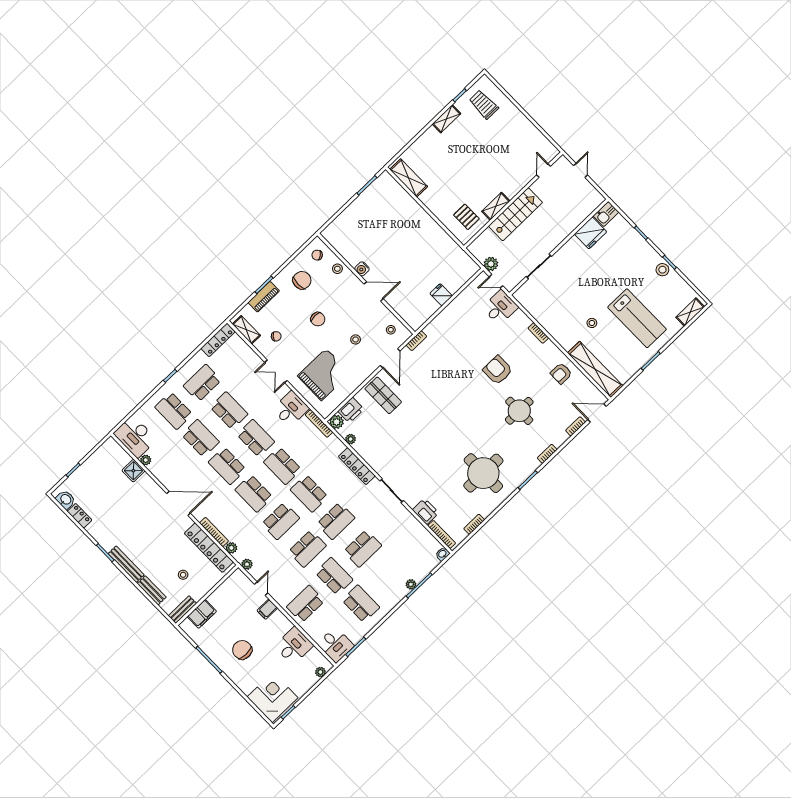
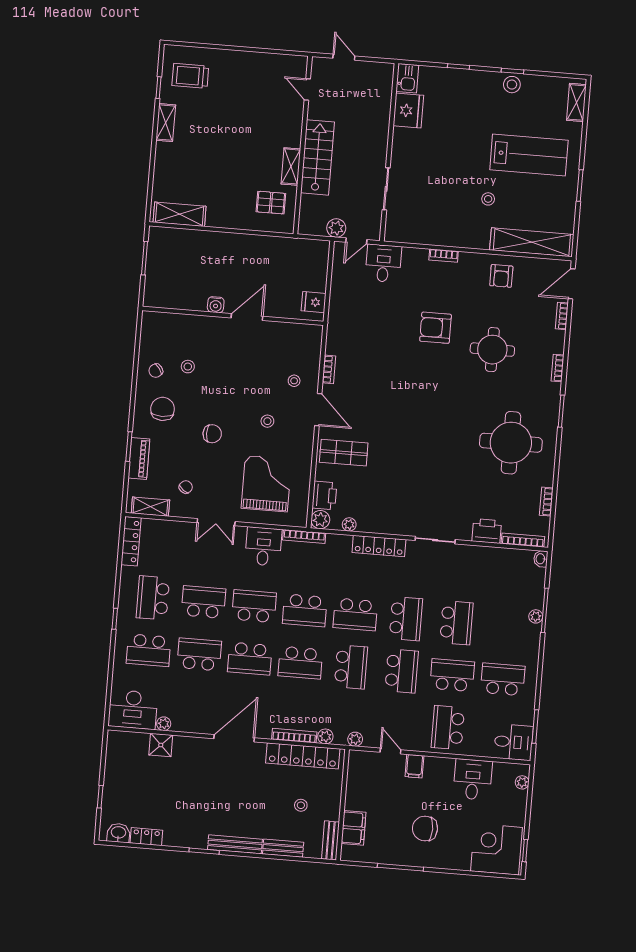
water cooler: (362, 269) -> (216, 305), moved
wall: (366, 284) -> (233, 316), moved
door: (374, 291) -> (247, 317), moved

